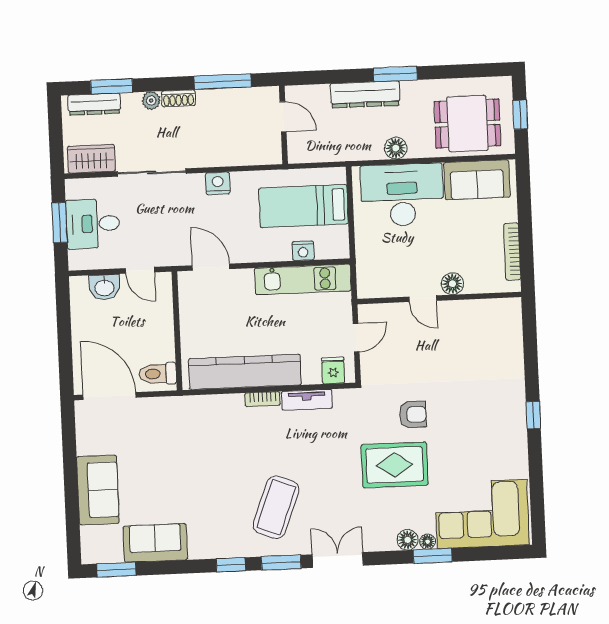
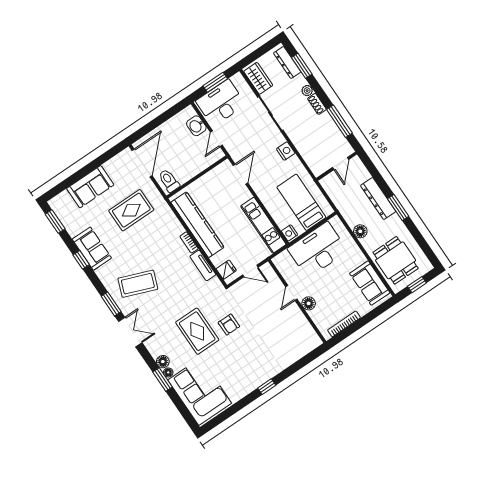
desk: (402, 195) -> (318, 250), moved, turned -90
desk: (93, 224) -> (221, 103), width x1.37
nightstand: (303, 251) -> (289, 233), moved
rug: (167, 452) -> (131, 210), added
sofa: (155, 543) -> (92, 249), moved
window: (231, 565) -> (81, 260), moved

